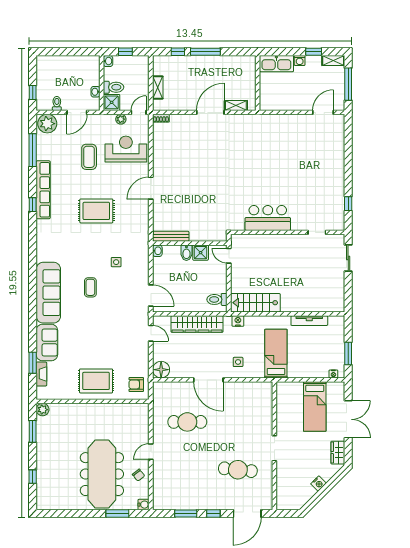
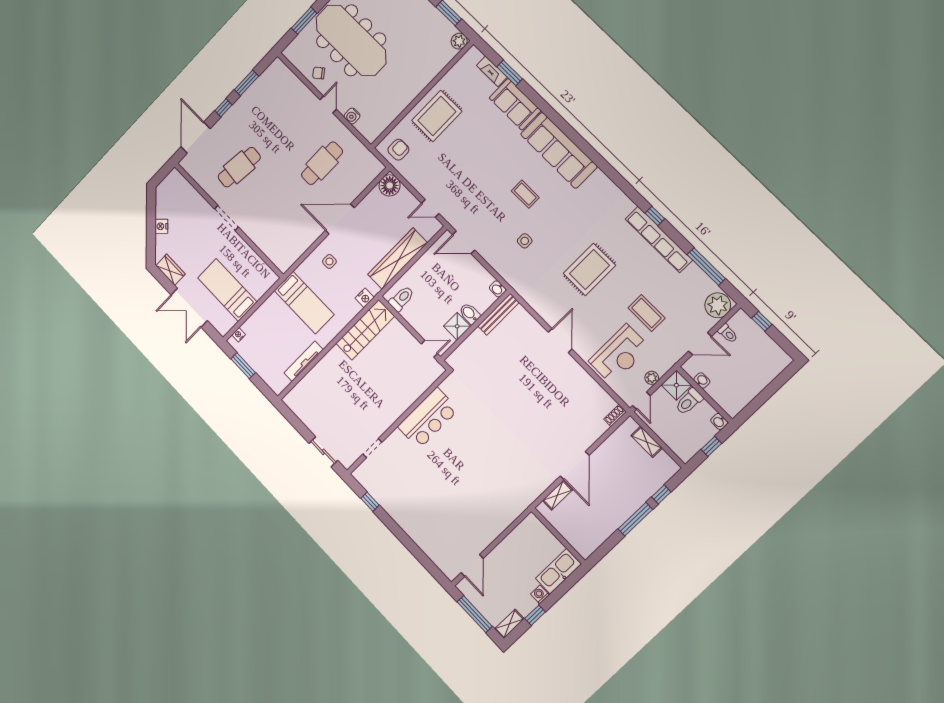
door: (77, 112) -> (700, 344), swing flipped
water cooler: (144, 505) -> (352, 116), moved

